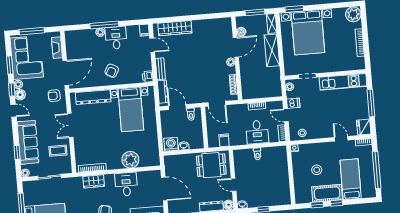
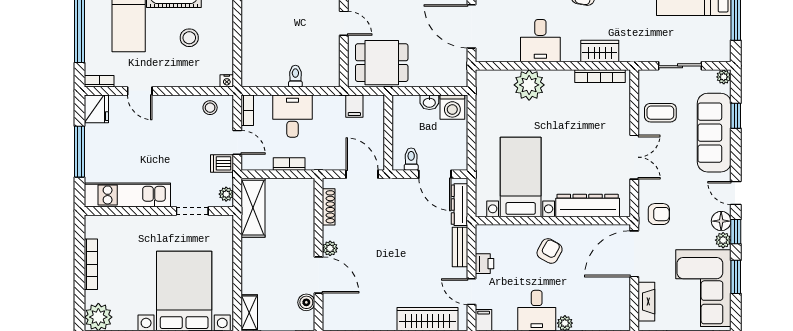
door: (236, 47) -> (319, 275), swing flipped
shelving: (272, 50) -> (253, 208), moved
printer: (148, 77) -> (485, 264), moved

